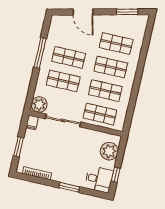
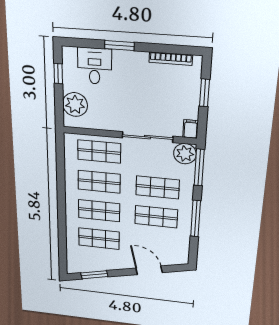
window: (31, 93) -> (199, 167), added
desk: (99, 179) -> (95, 66), moved, turned 90

